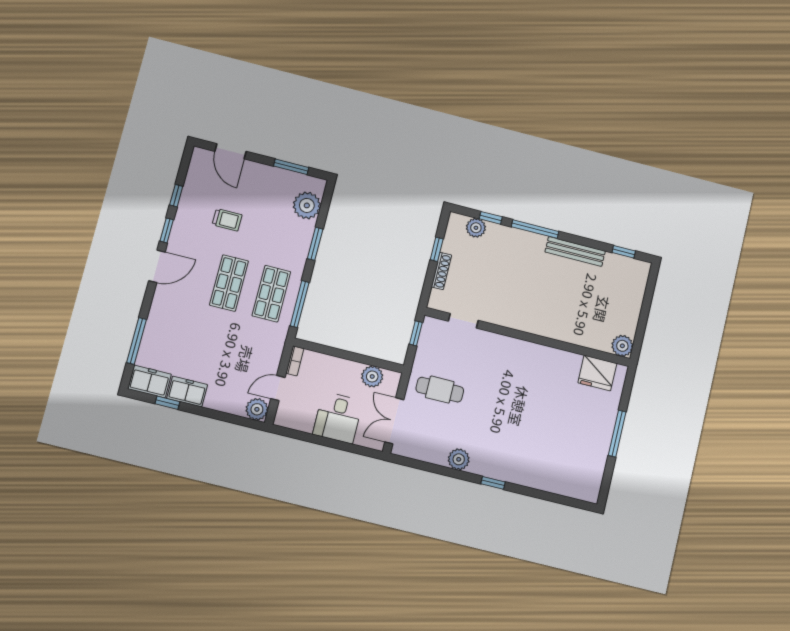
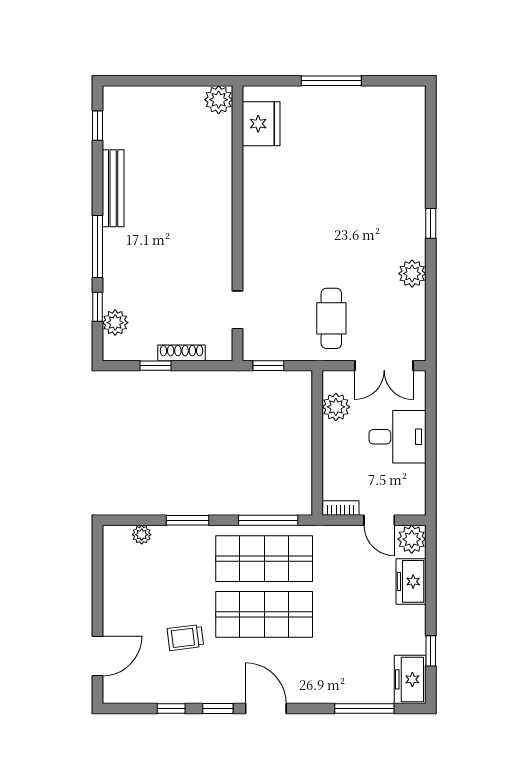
window: (291, 167) -> (97, 575), removed
plant: (307, 205) -> (142, 535), width x0.53, depth x0.53
trolley: (227, 220) -> (185, 638), turned -97
shop shelf: (229, 283) -> (264, 614), width x1.43, depth x1.36
shop shelf: (271, 294) -> (264, 559), width x1.43, depth x1.36
freezer: (187, 392) -> (411, 581), moved

